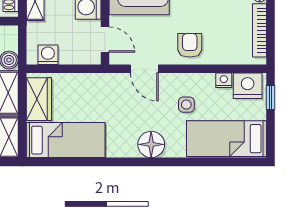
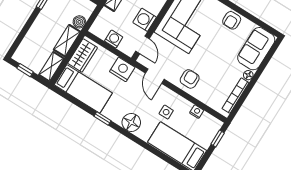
washing machine: (48, 55) -> (114, 39), moved
nightstand: (248, 86) -> (122, 69), moved
window: (112, 162) -> (102, 119), added

